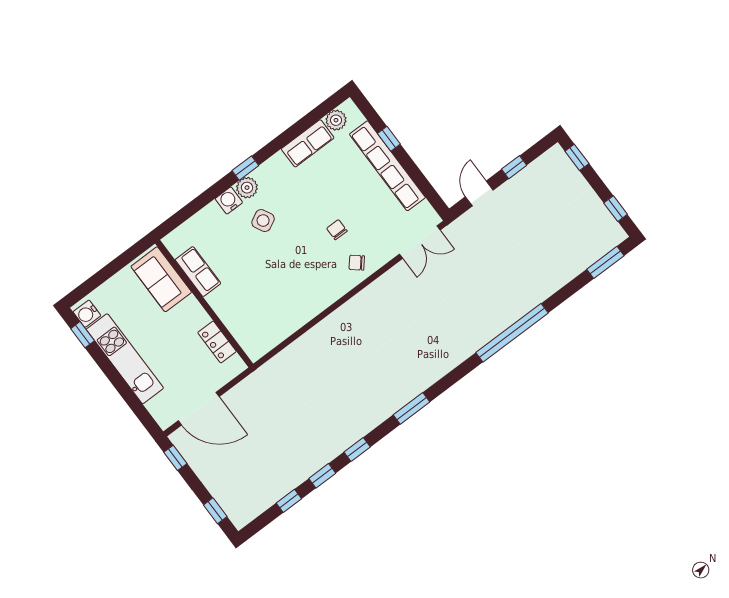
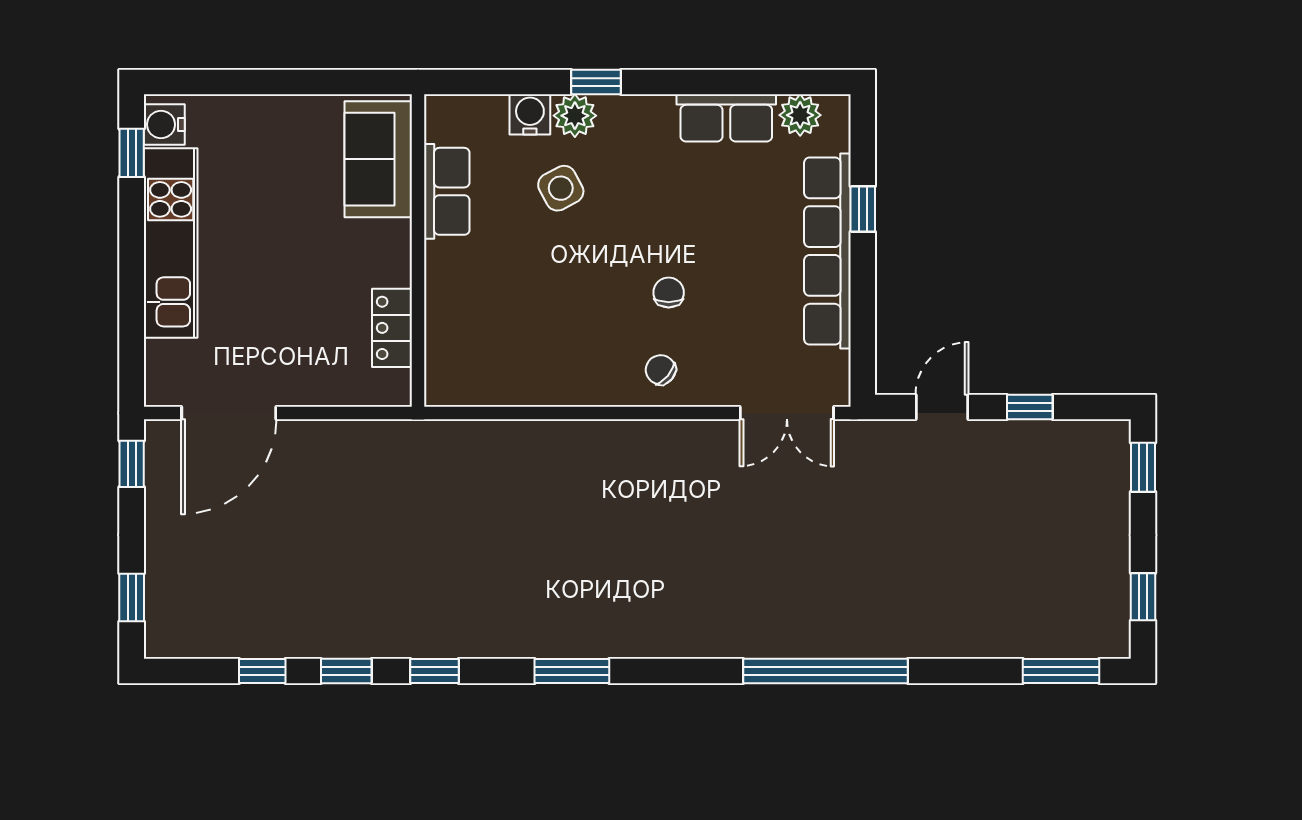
row of seats: (198, 272) -> (447, 191), moved
sofa: (161, 279) -> (378, 159), moved
wall: (204, 304) -> (418, 251), moved
locker: (217, 342) -> (392, 328), moved
door: (199, 409) -> (229, 413), hinge flipped

